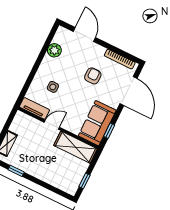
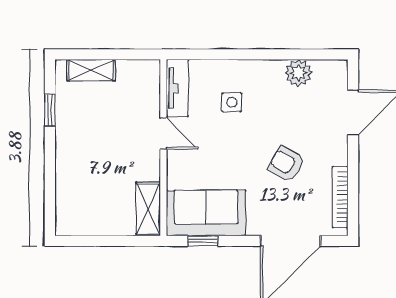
armchair: (93, 76) -> (286, 164), turned -150
shelving: (76, 147) -> (148, 209), width x0.67, depth x0.75
window: (85, 181) -> (92, 241), removed

